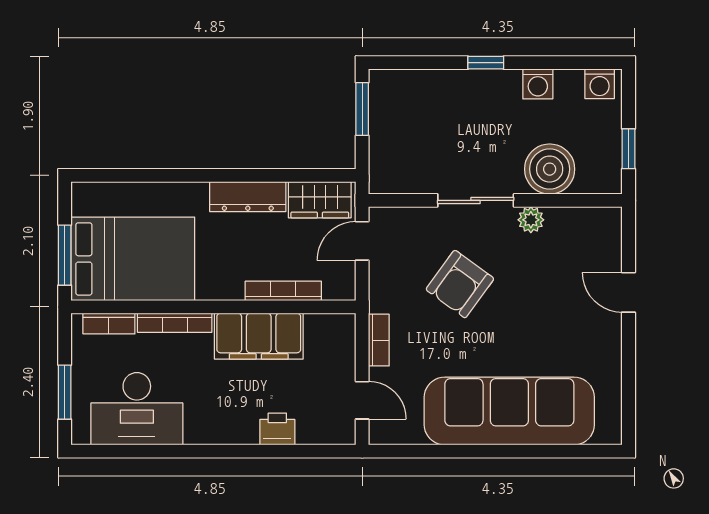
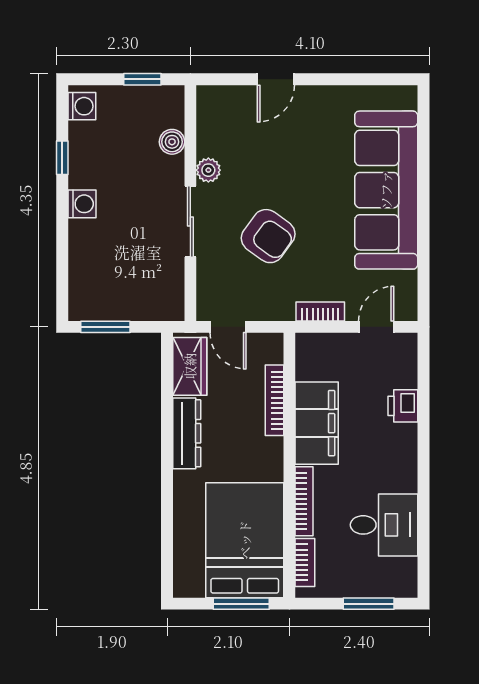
window: (486, 63) -> (62, 158), moved
washing machine: (538, 84) -> (82, 204), moved
boiler: (550, 169) -> (172, 142), width x0.54, depth x0.54
desk: (137, 409) -> (384, 525), width x0.73

